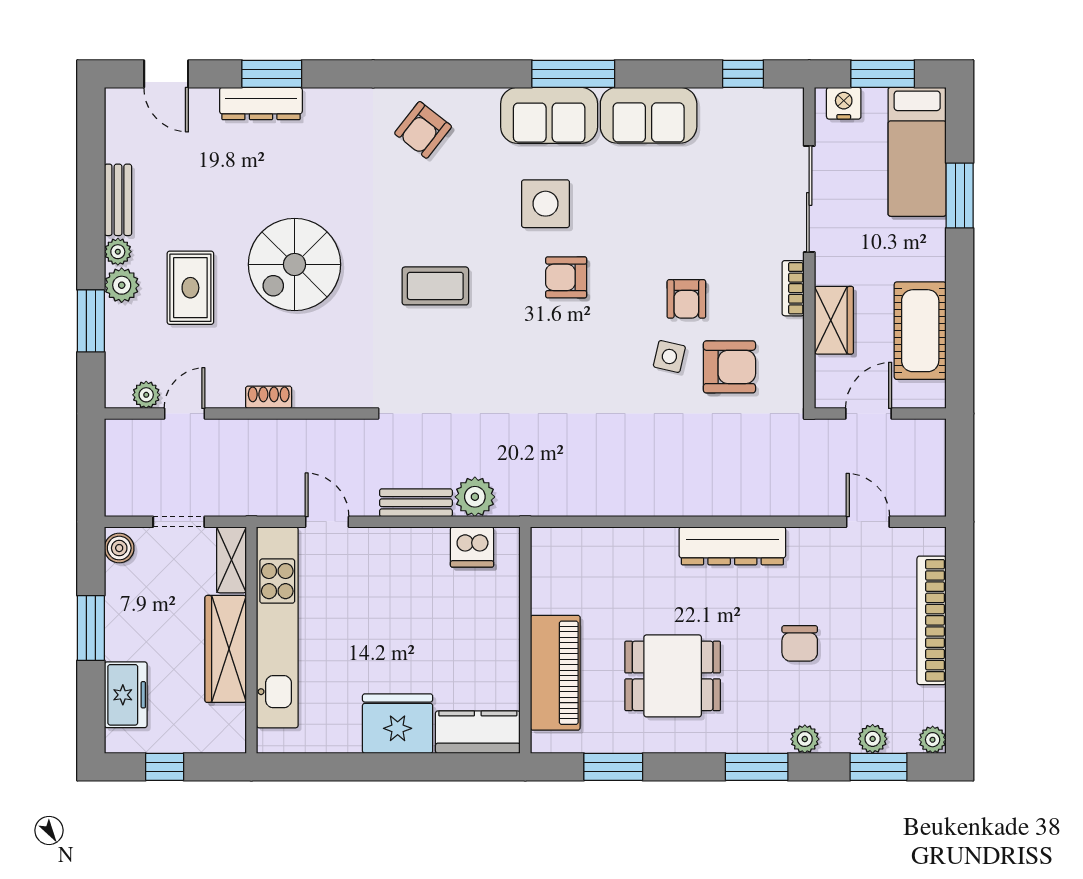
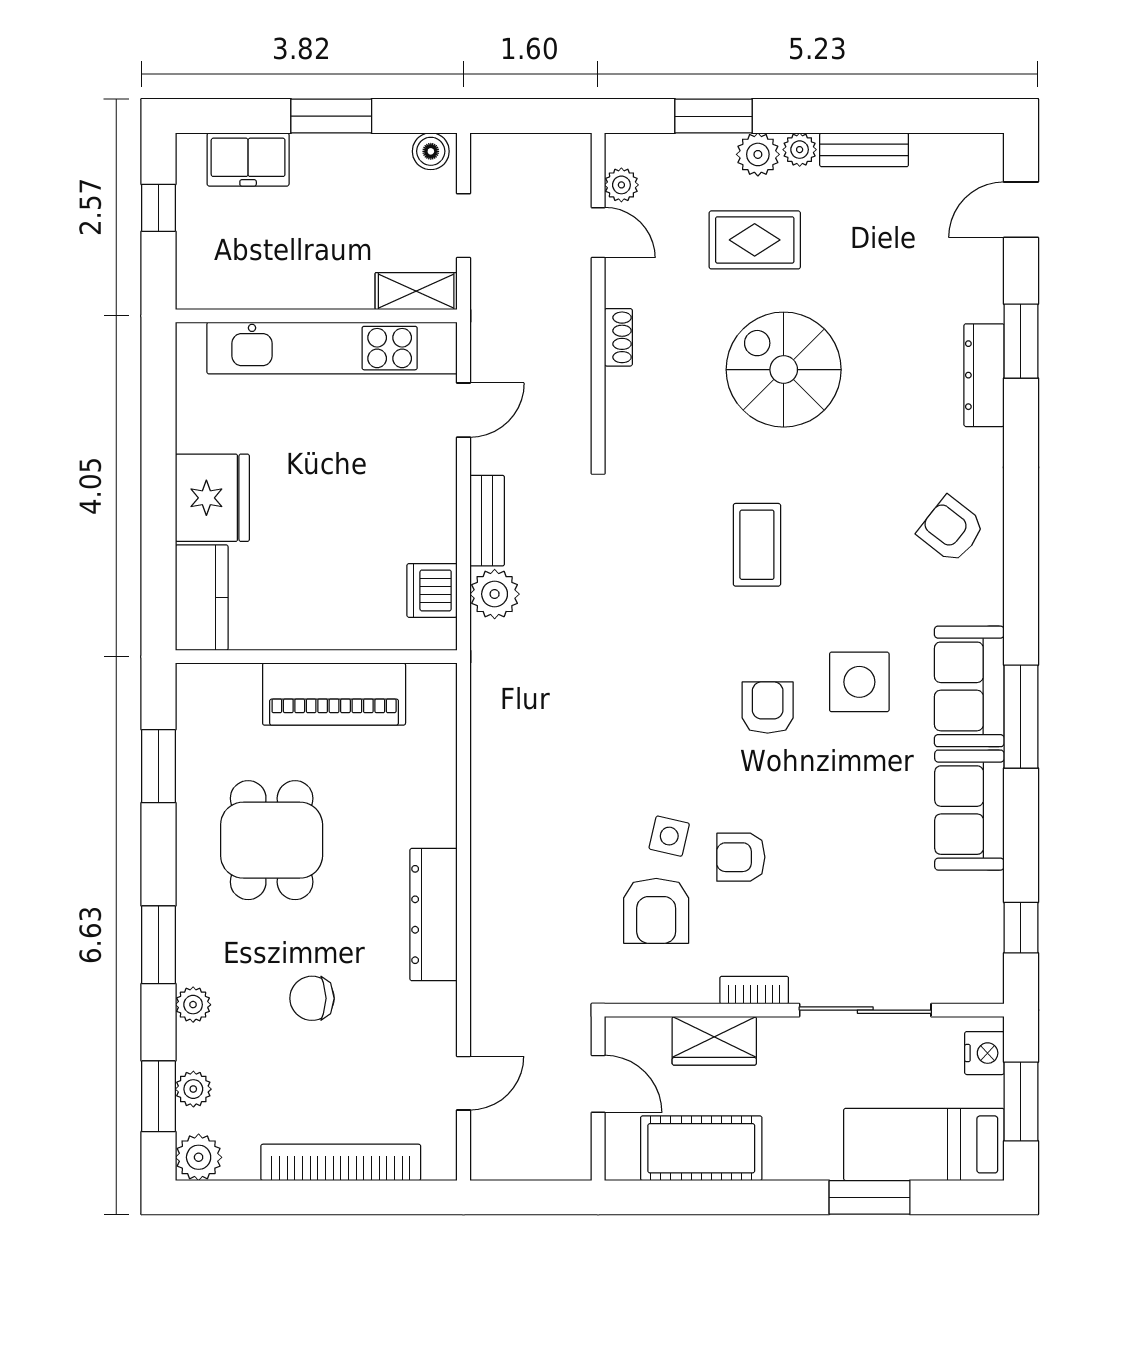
dresser: (261, 103) -> (984, 375), moved
wardrobe: (226, 649) -> (305, 284), removed
piano: (555, 673) -> (334, 694), moved
plant: (933, 740) -> (199, 1157), width x1.38, depth x1.38

